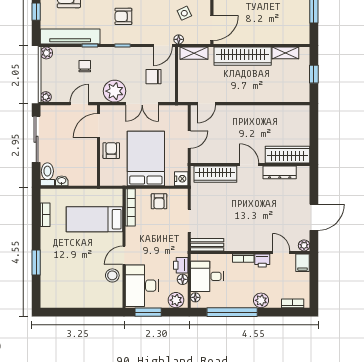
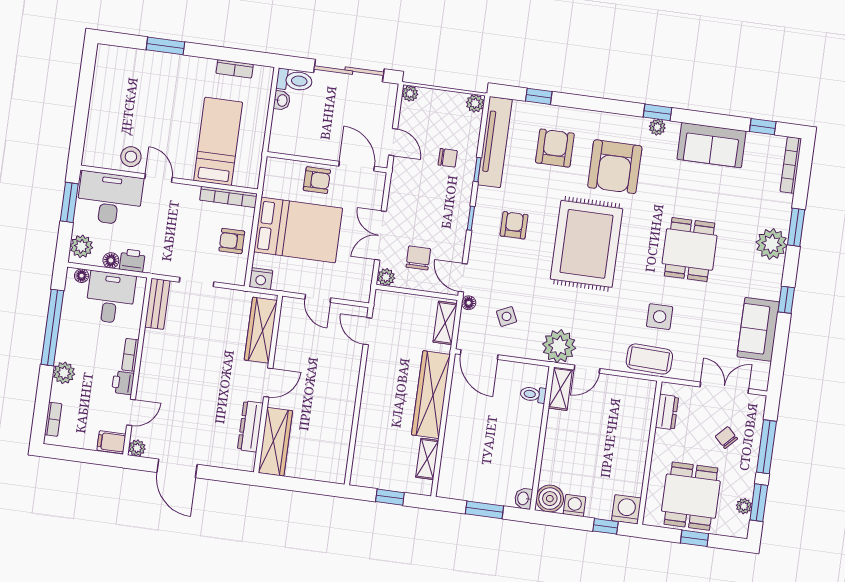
plant: (115, 91) -> (386, 277), moved, width x0.53, depth x0.53

